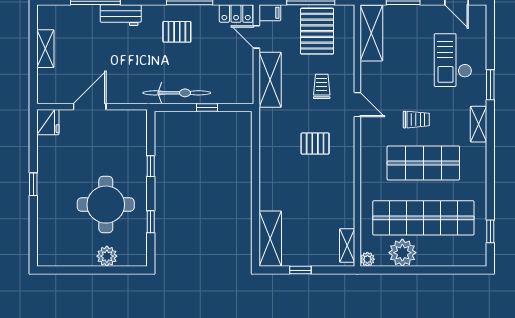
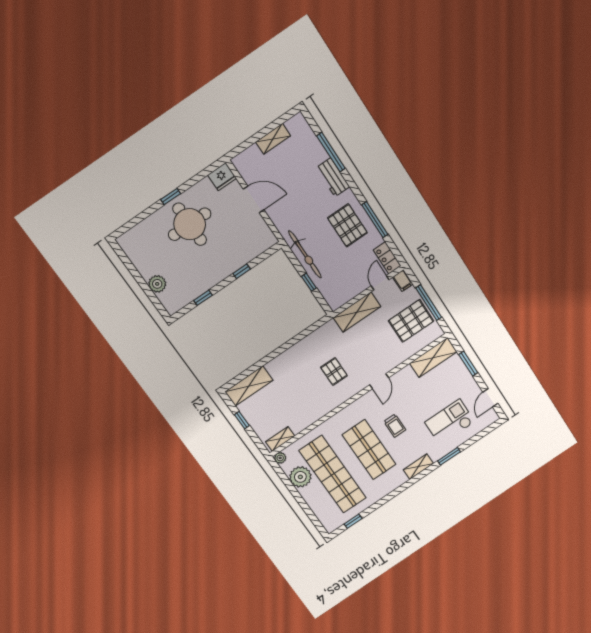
pallet: (177, 32) -> (348, 225), width x1.50, depth x1.42
trolley: (322, 86) -> (376, 349), removed
round table: (106, 205) -> (190, 224), moved

